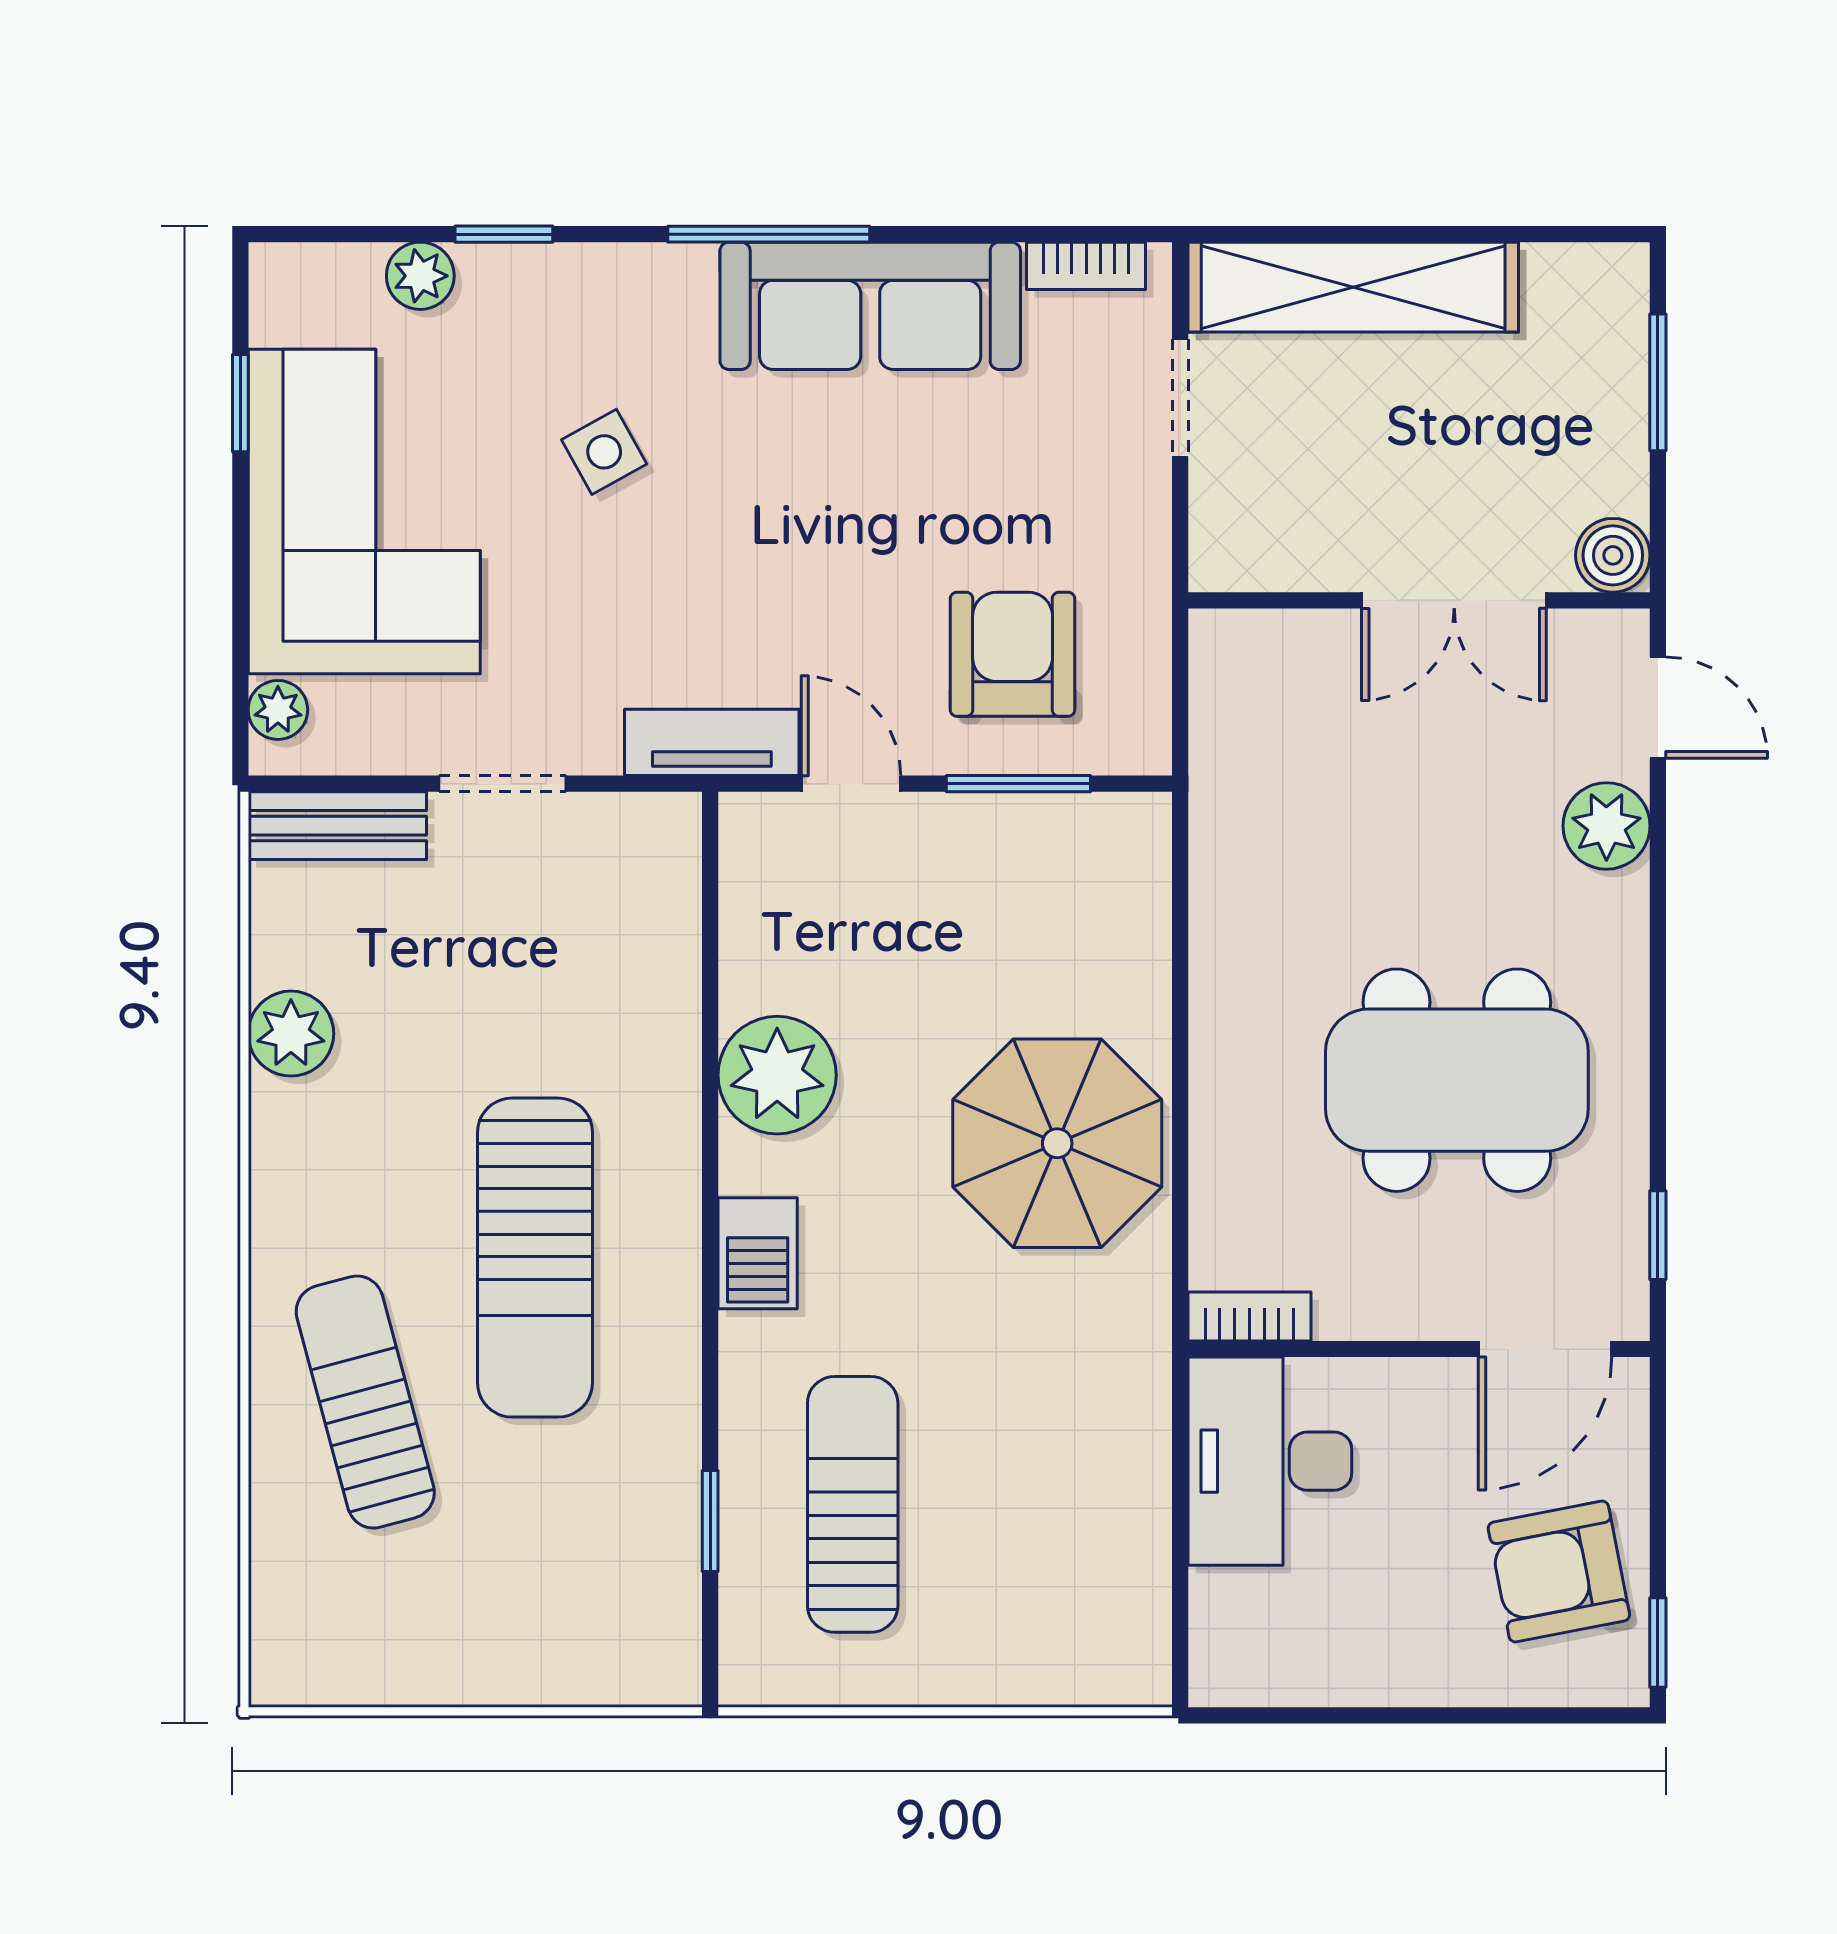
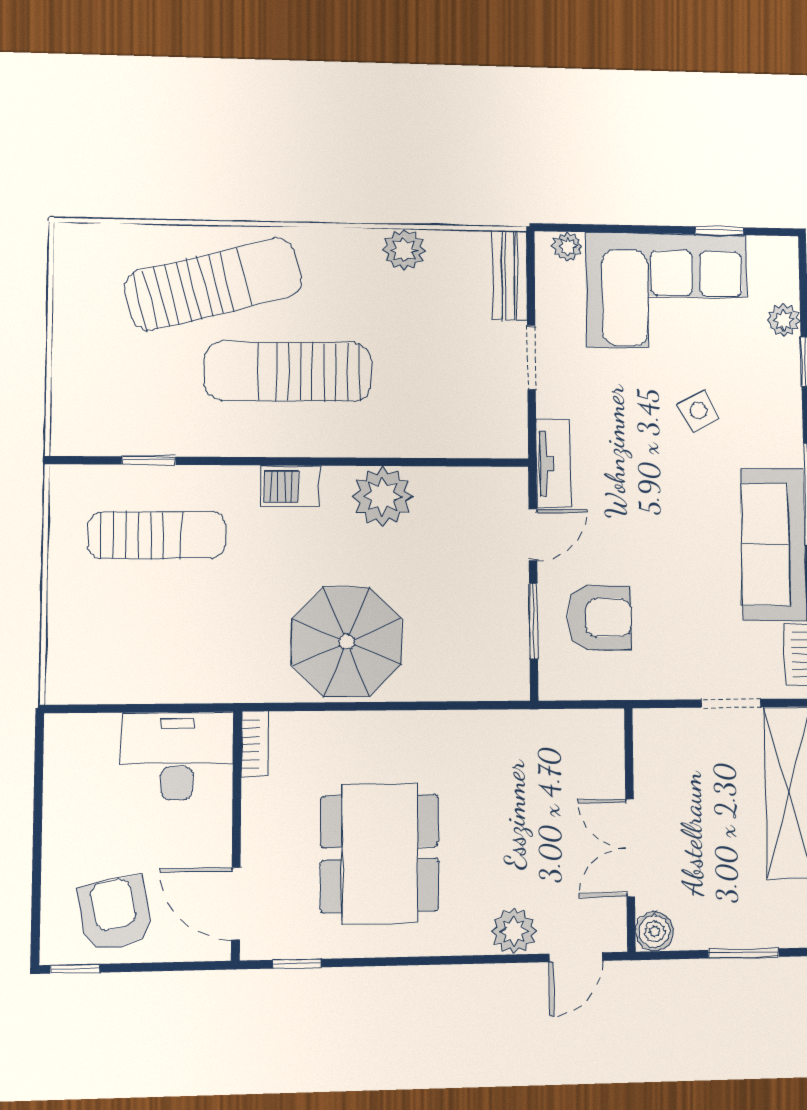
sun lounger: (365, 1402) -> (214, 284), width x1.36, depth x1.34

